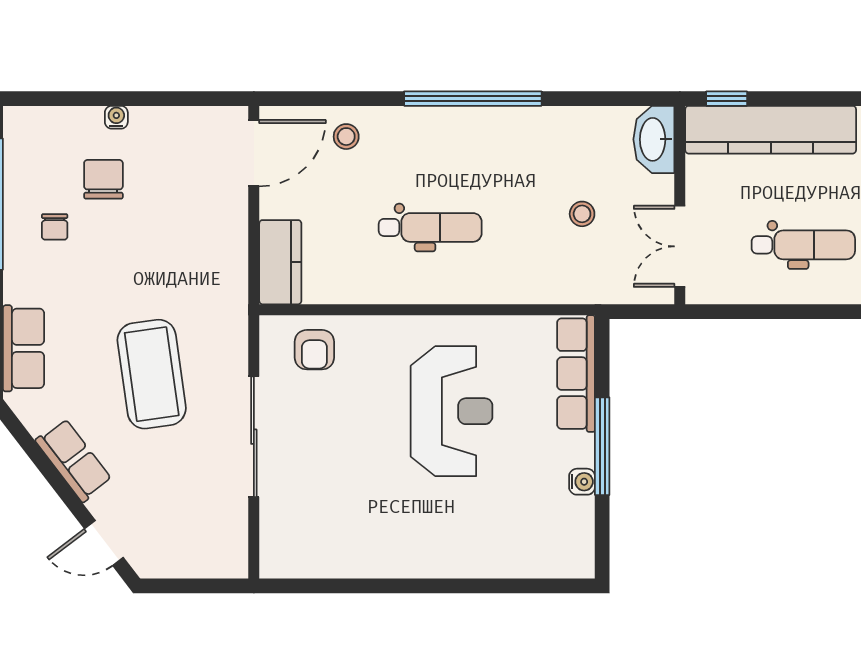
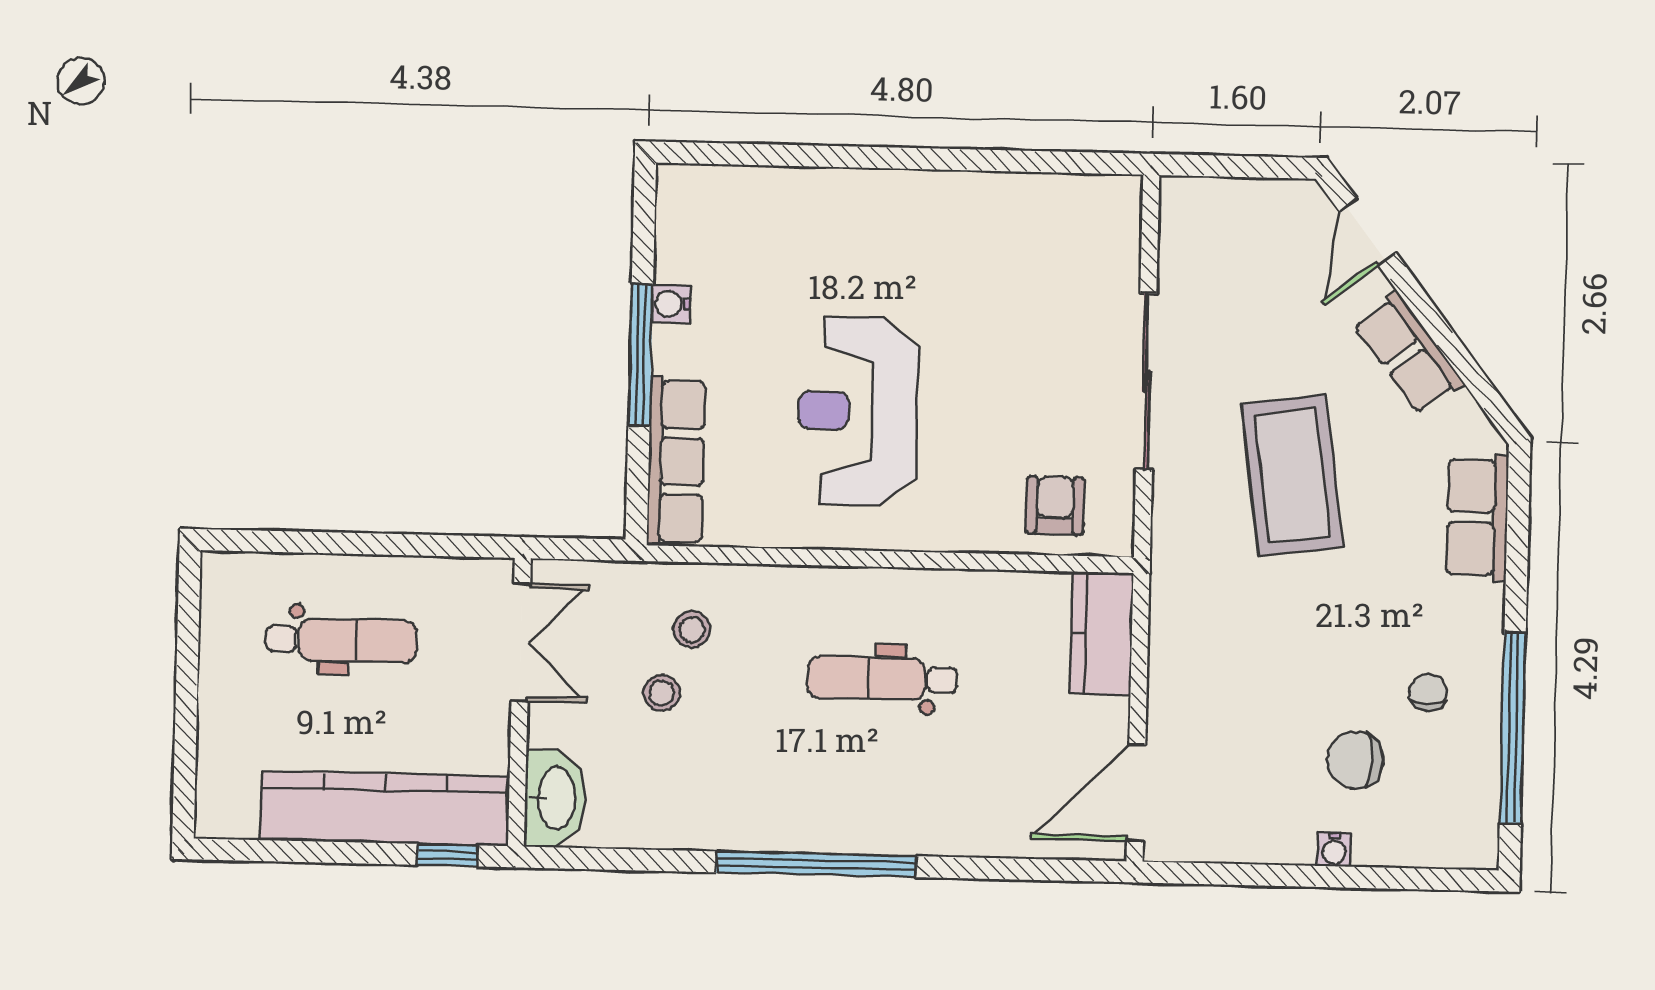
stool: (346, 137) -> (692, 629), moved
chair: (103, 179) -> (1355, 760), turned 90
dental chair: (803, 245) -> (341, 640), turned 180
door: (104, 543) -> (1368, 232), swing flipped

